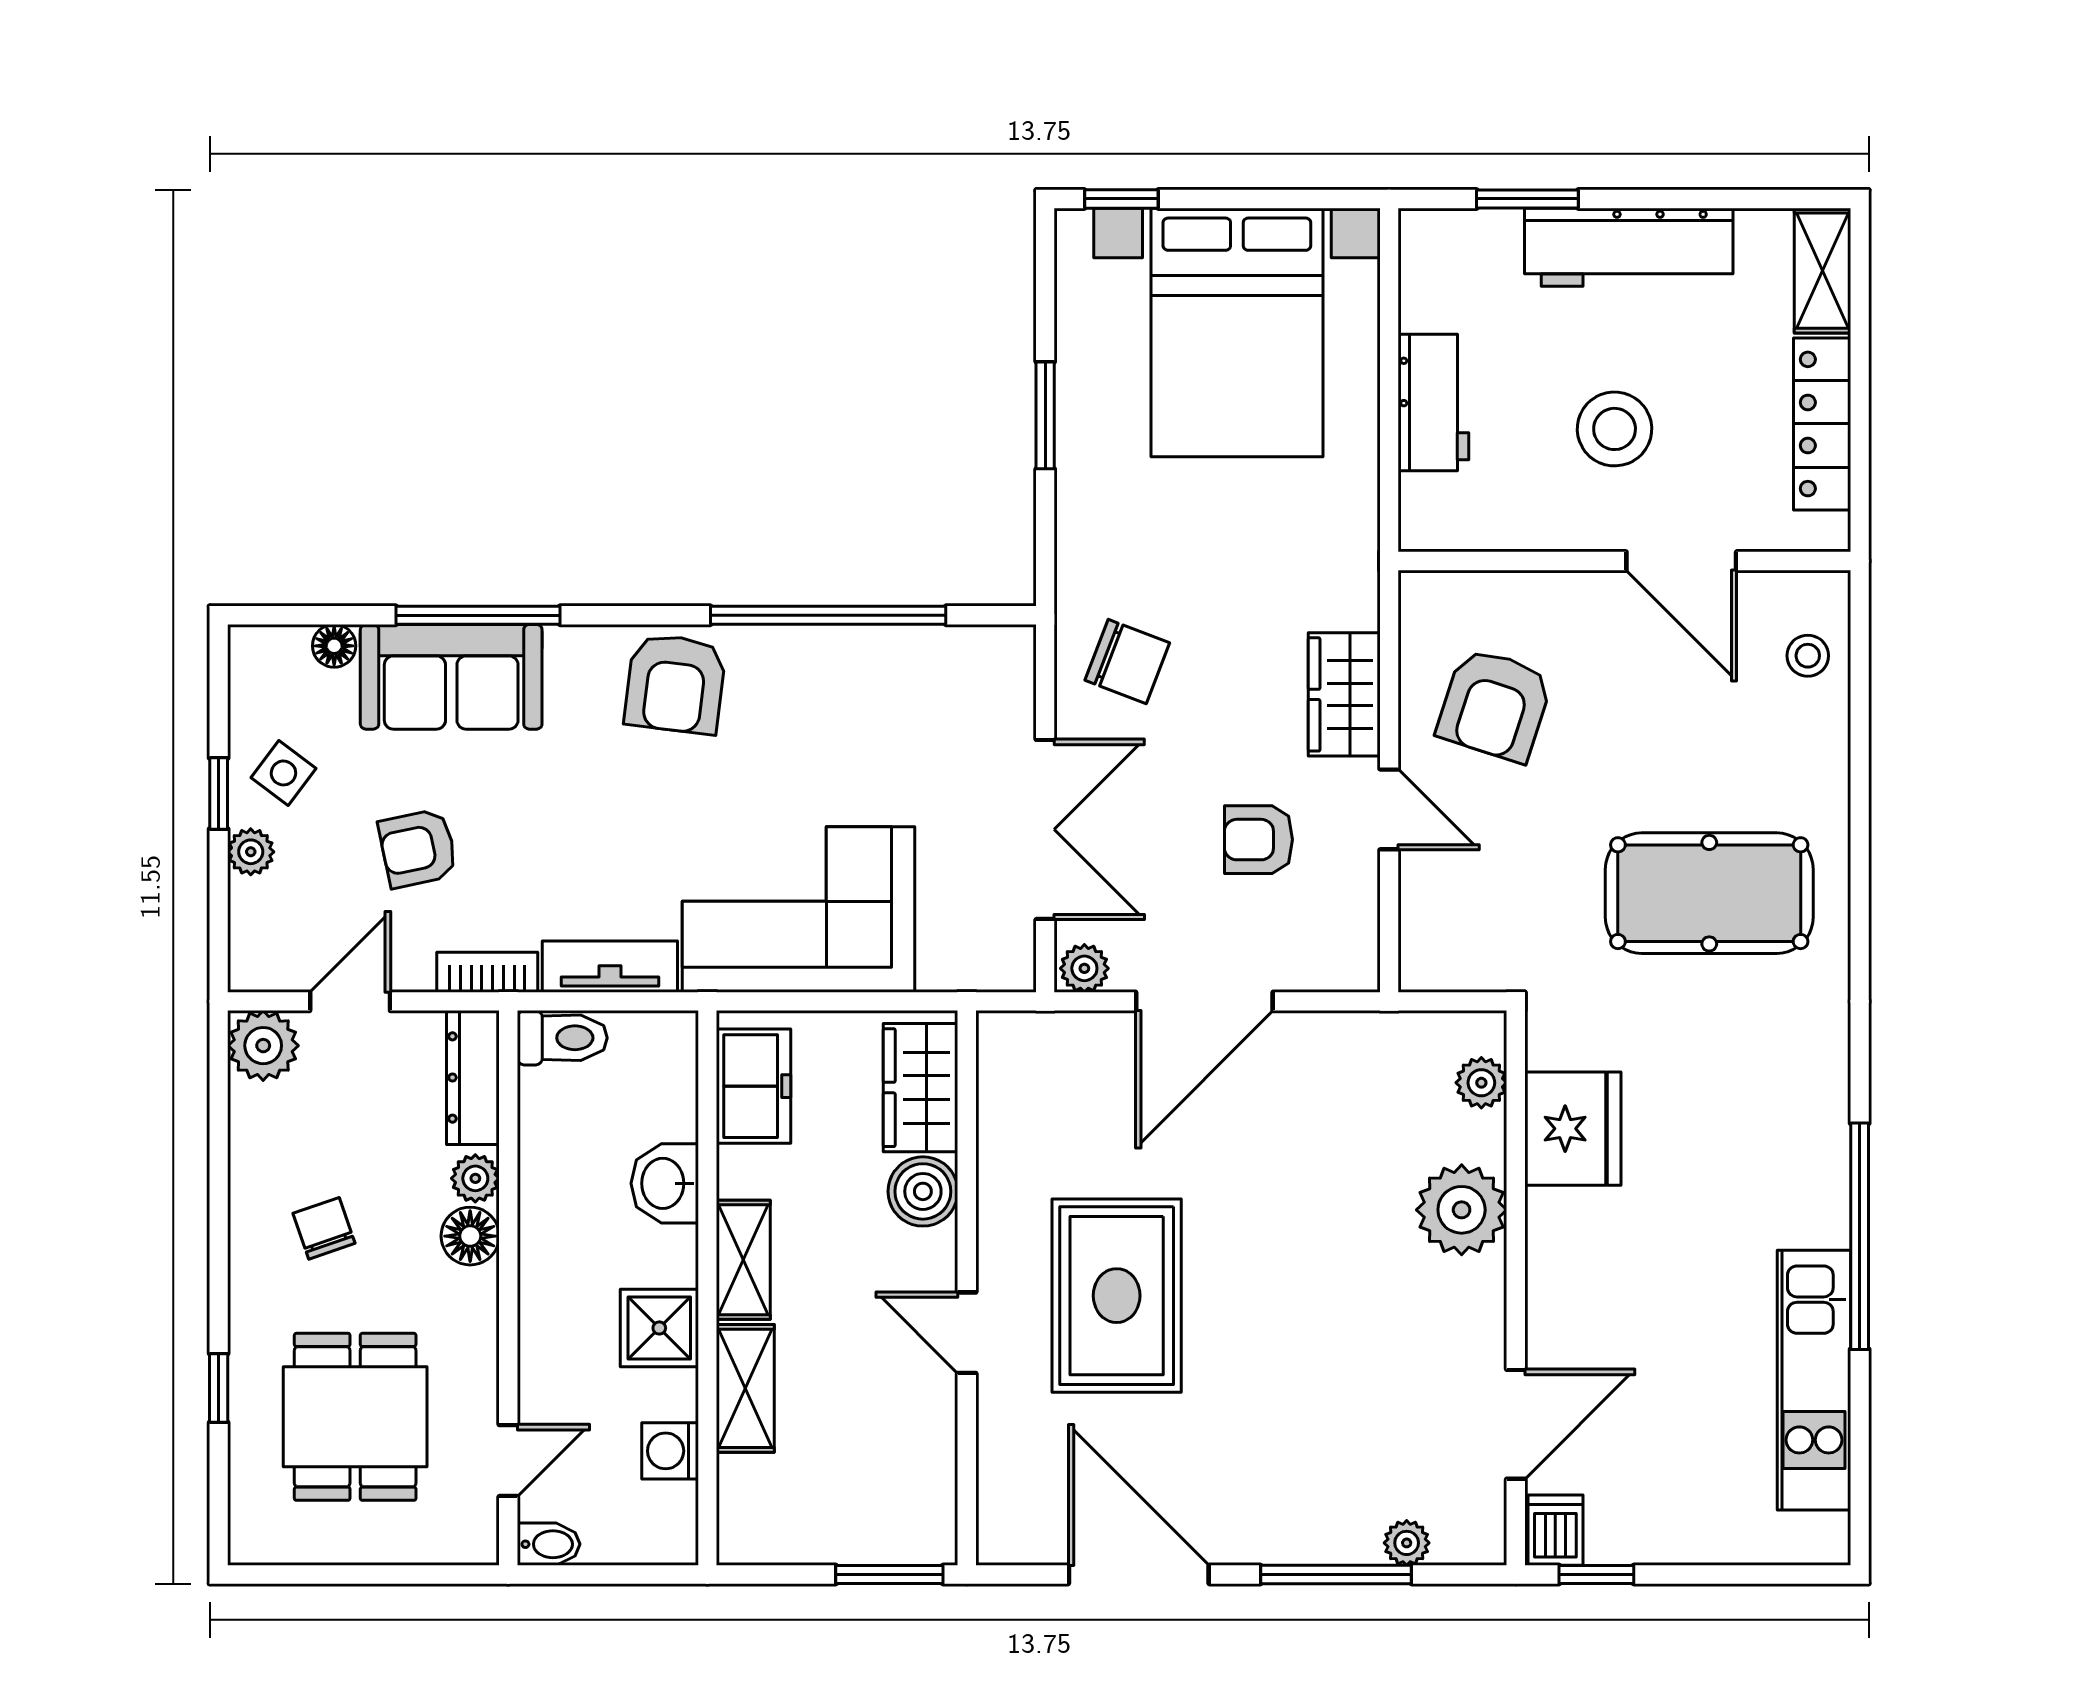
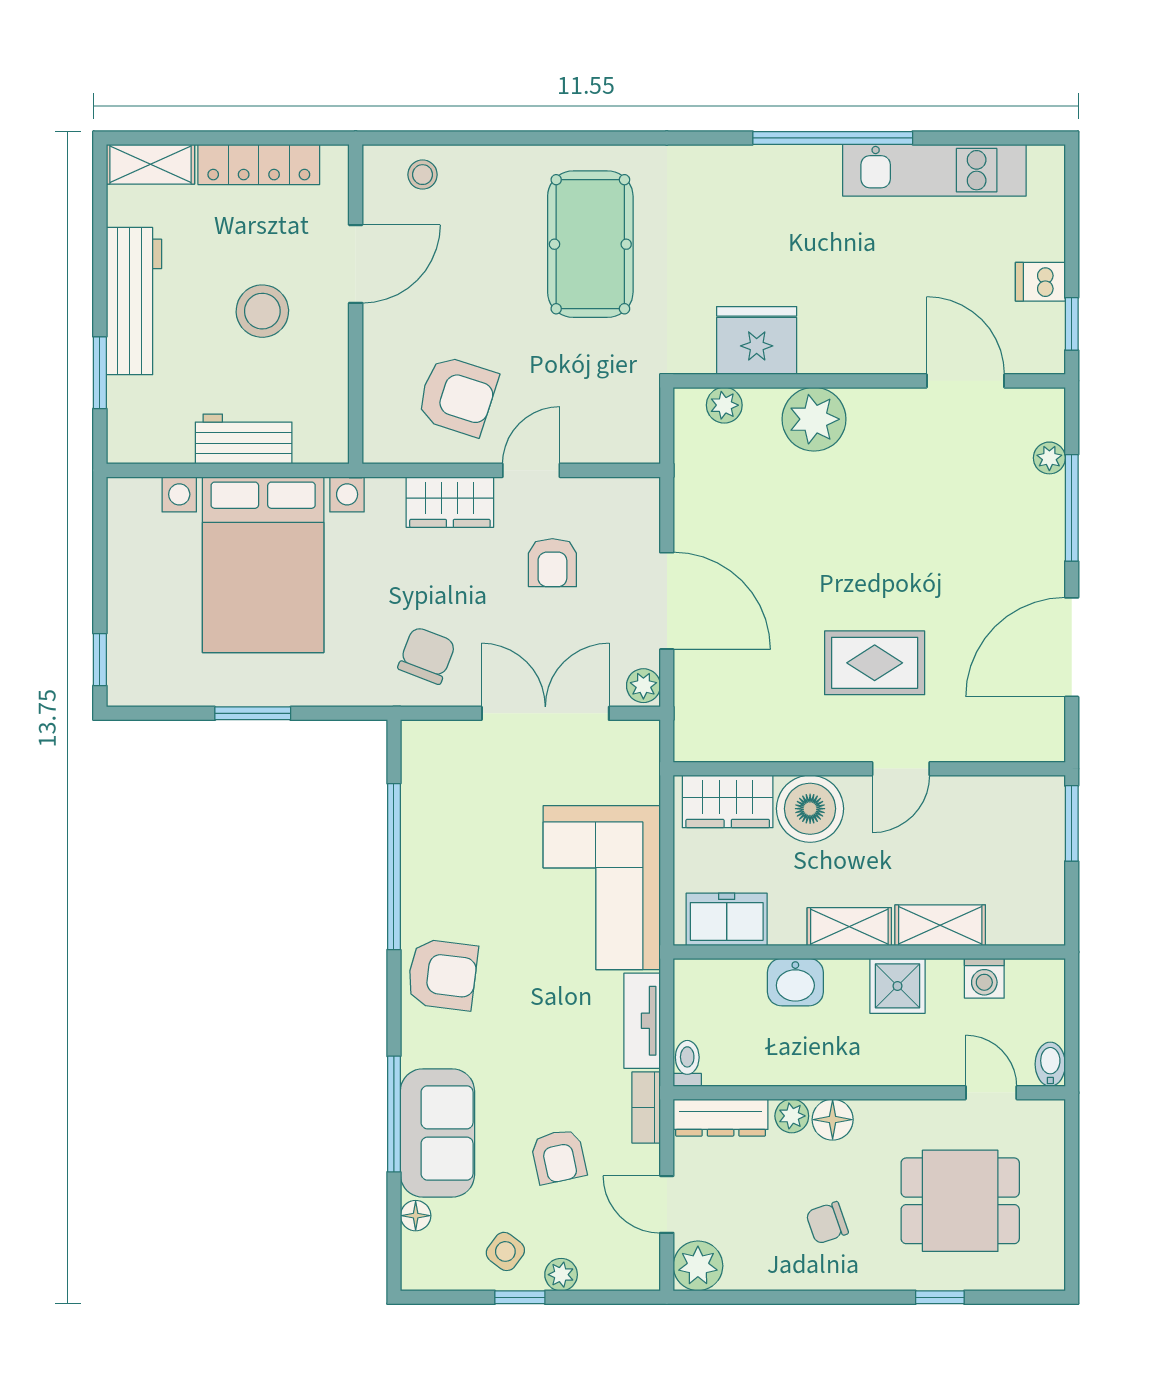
bed with nightstands: (1237, 332) -> (263, 565), moved, turned 90
toilet: (562, 1038) -> (687, 1063), width x0.73, depth x0.72
boiler: (923, 1191) -> (810, 809), width x1.37, depth x1.37
rug: (1117, 1296) -> (875, 663), width x0.73, depth x0.70
dishwasher: (1555, 1530) -> (1040, 282), moved

